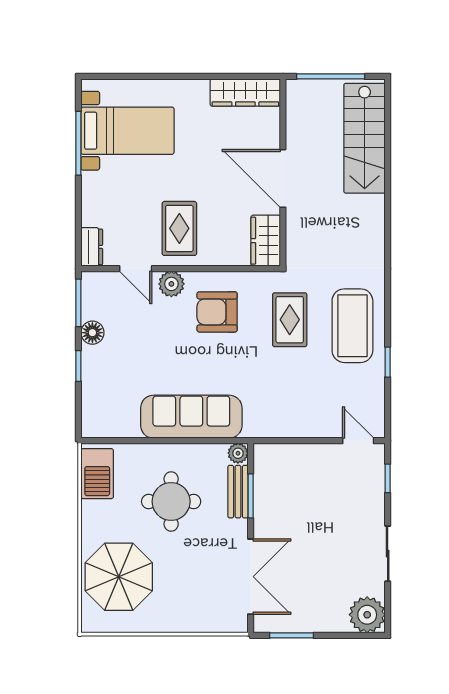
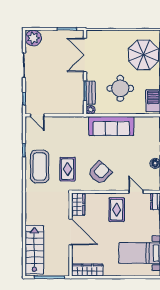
plant: (171, 284) -> (120, 185), removed
armchair: (217, 312) -> (100, 173), turned -47

